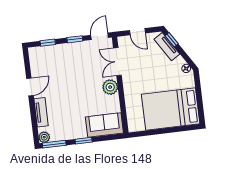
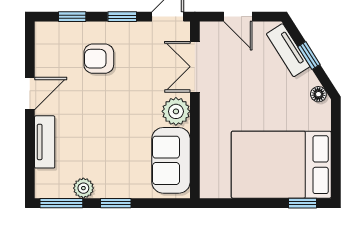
window: (172, 40) -> (309, 56), moved
armchair: (65, 64) -> (99, 59), added
sofa: (104, 125) -> (171, 160), moved, turned -90
window: (185, 128) -> (303, 203), added
plant: (44, 137) -> (83, 188), moved

